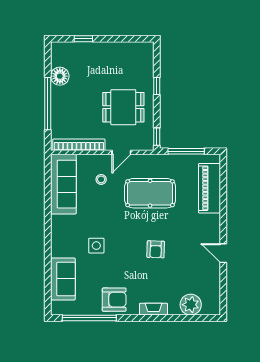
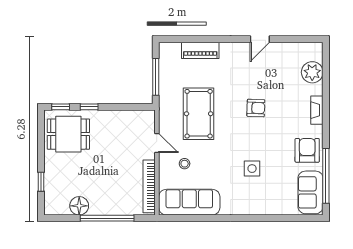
dining table: (123, 107) -> (68, 134), moved, turned 90
window: (157, 137) -> (61, 107), moved
piano: (209, 188) -> (200, 50), width x0.73, depth x0.75
sofa: (63, 279) -> (311, 192), moved, turned -90

